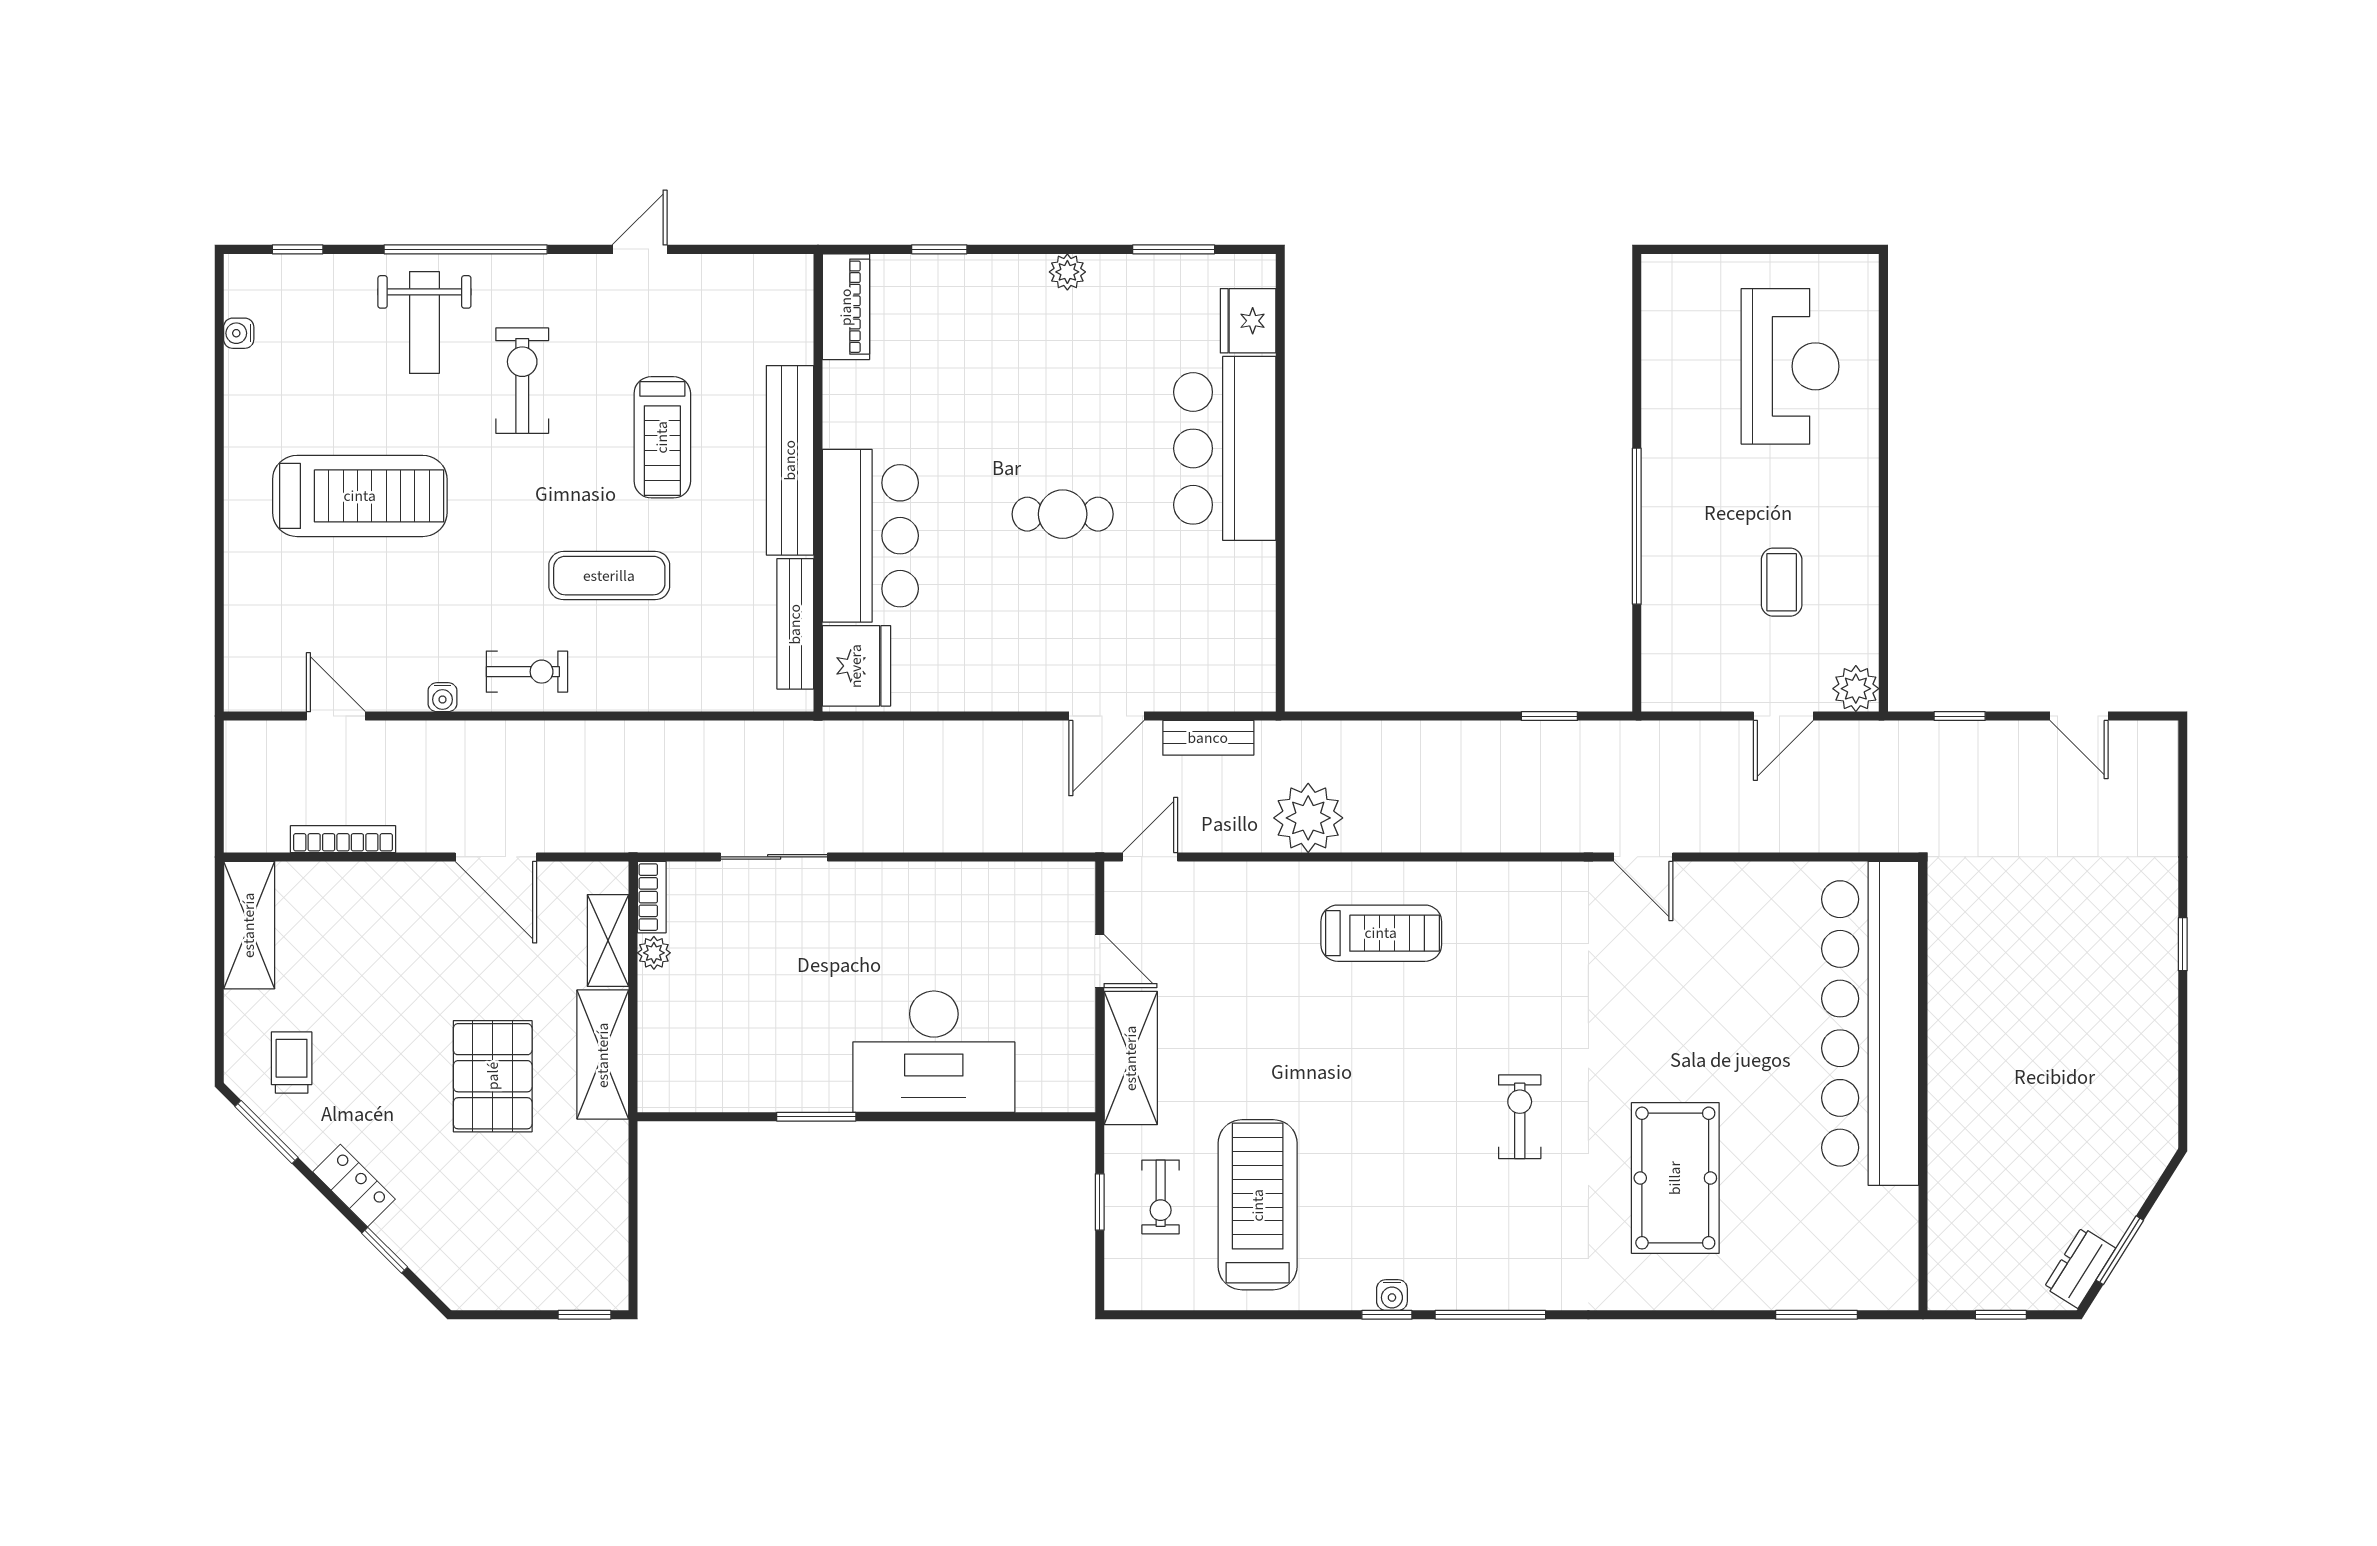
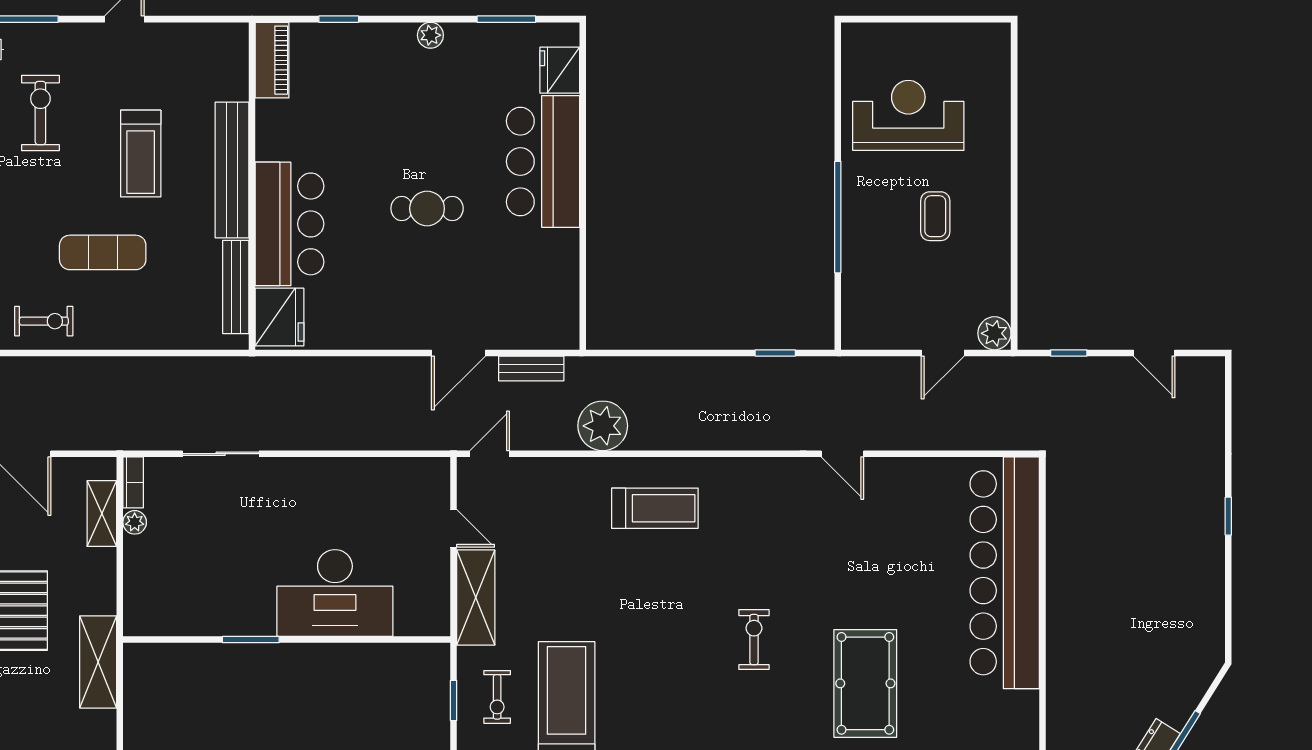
reception desk: (1790, 366) -> (908, 115), moved, turned -90
coffee table: (1782, 582) -> (935, 216), moved
shelving: (603, 1055) -> (98, 662), moved

